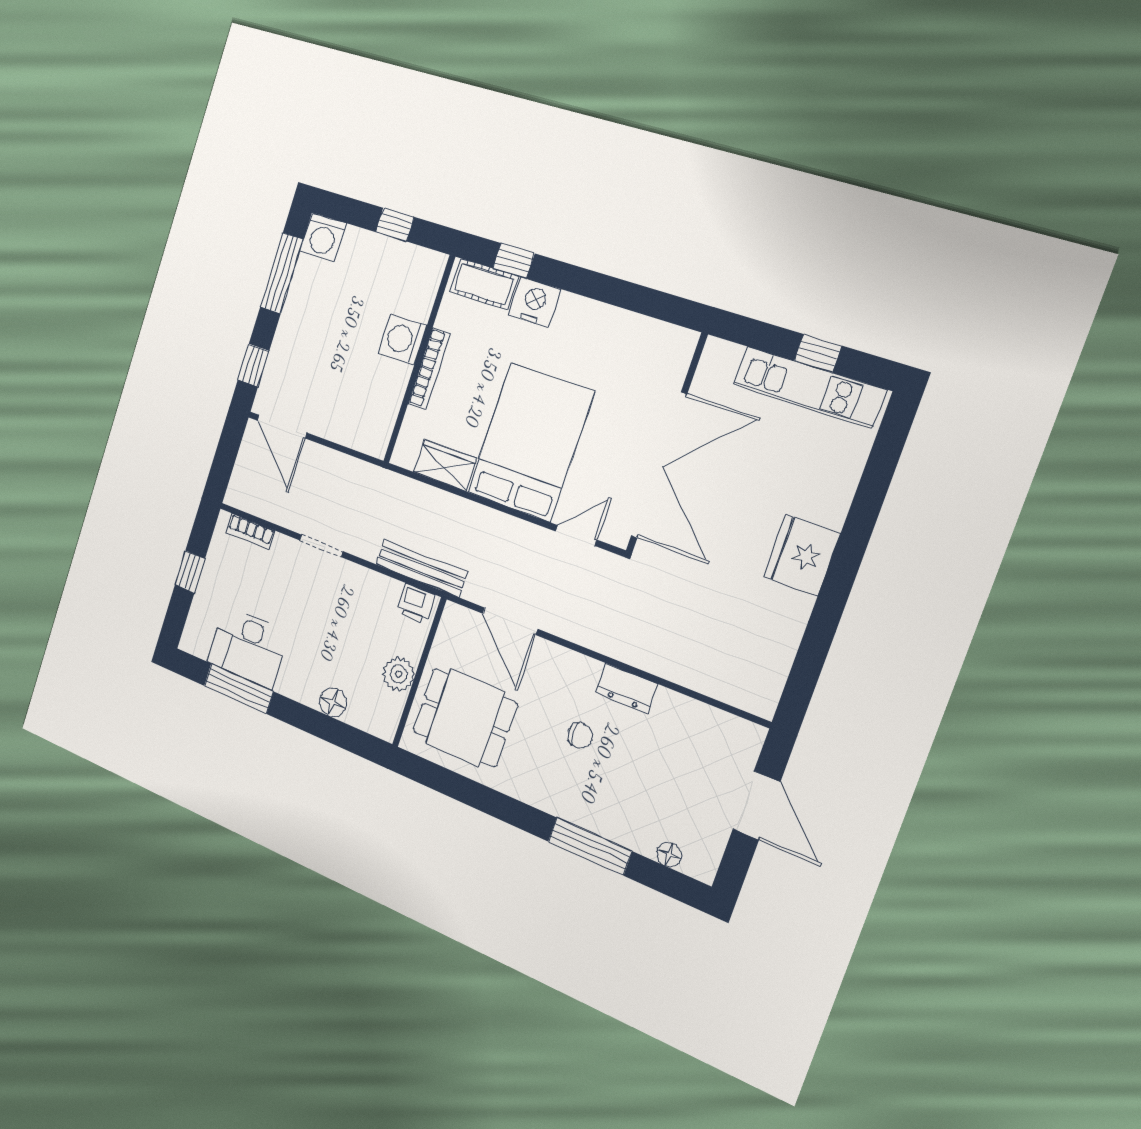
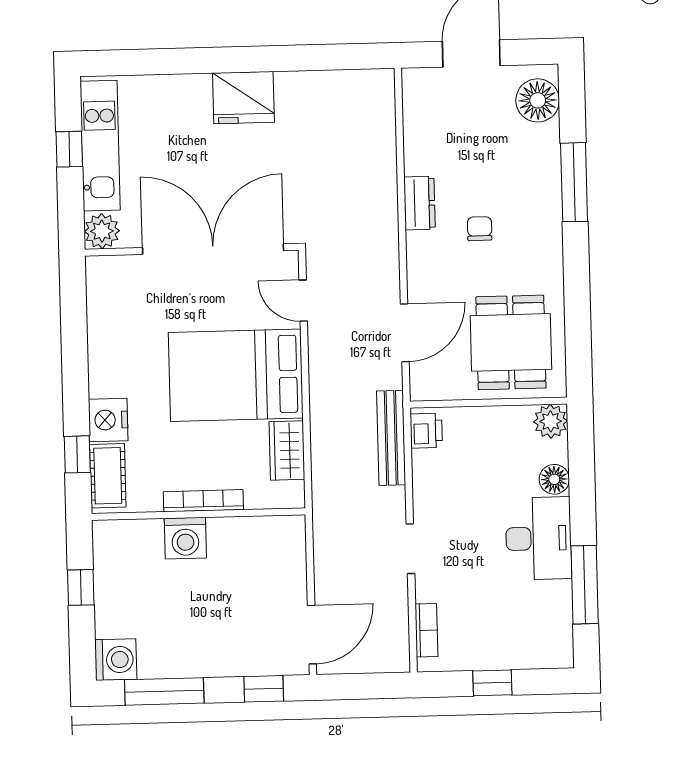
plant: (720, 359) -> (102, 231), added
desk: (248, 647) -> (539, 538), moved
plant: (399, 674) -> (551, 421), moved
floor lamp: (669, 855) -> (538, 100), width x1.89, depth x1.89

